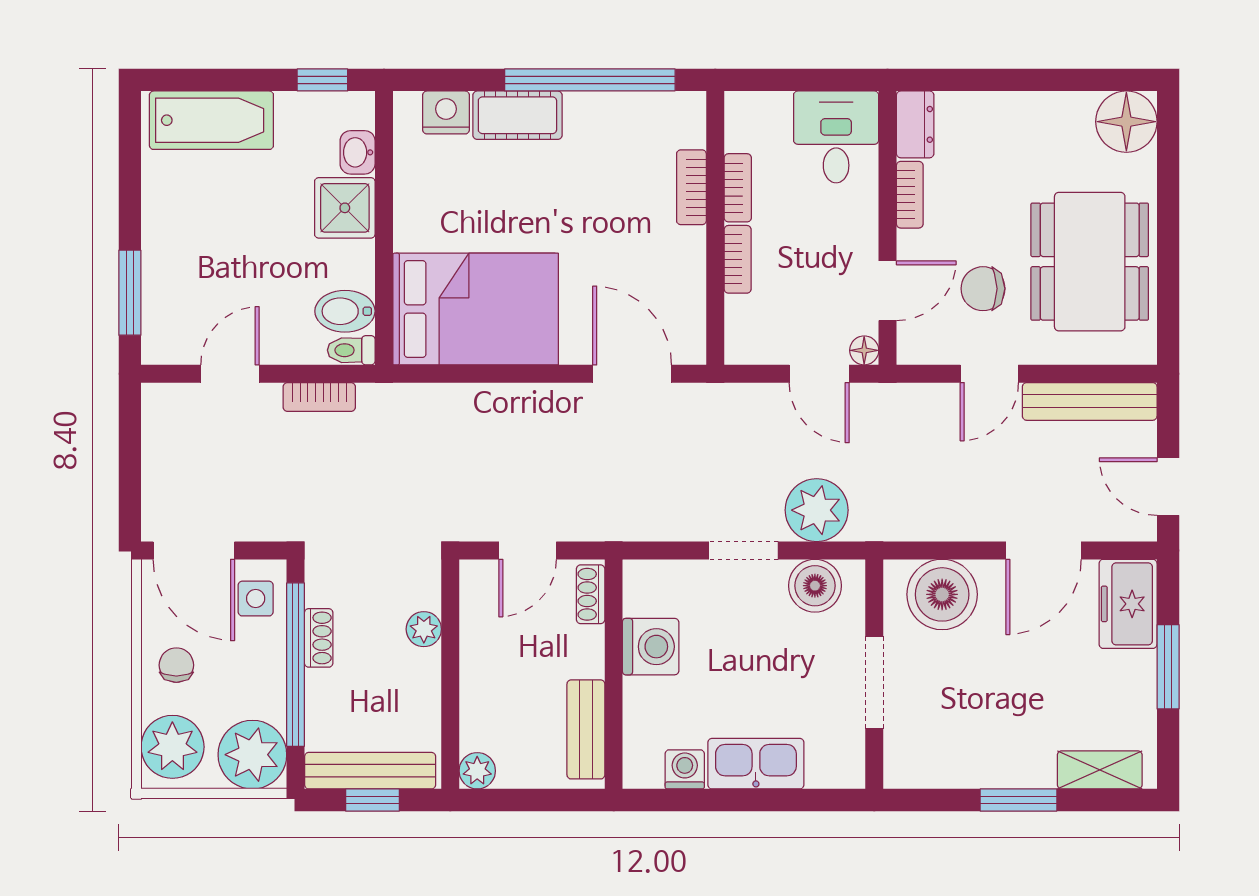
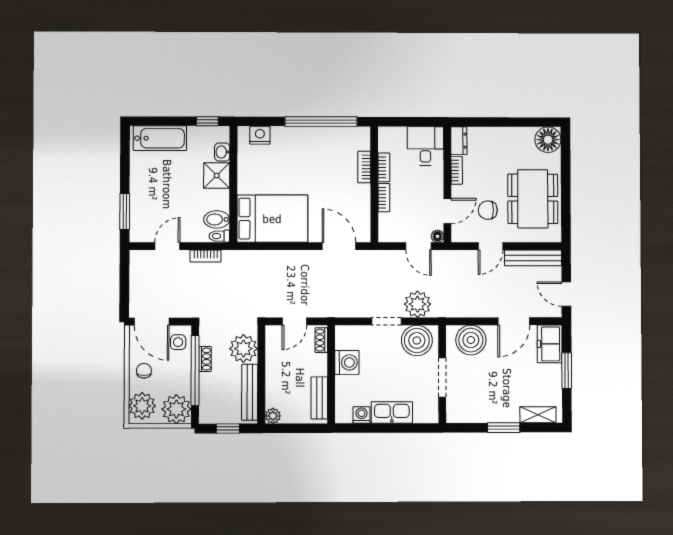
cot: (517, 115) -> (290, 136), removed
boiler: (815, 586) -> (417, 340), width x1.37, depth x1.37
plant: (424, 629) -> (243, 349), width x1.87, depth x1.87
bench: (370, 771) -> (250, 392), moved, turned 90

